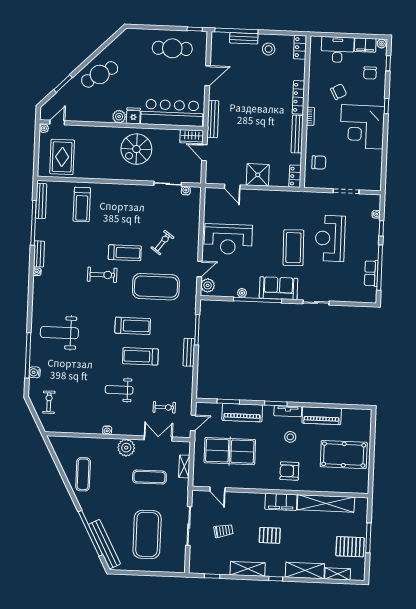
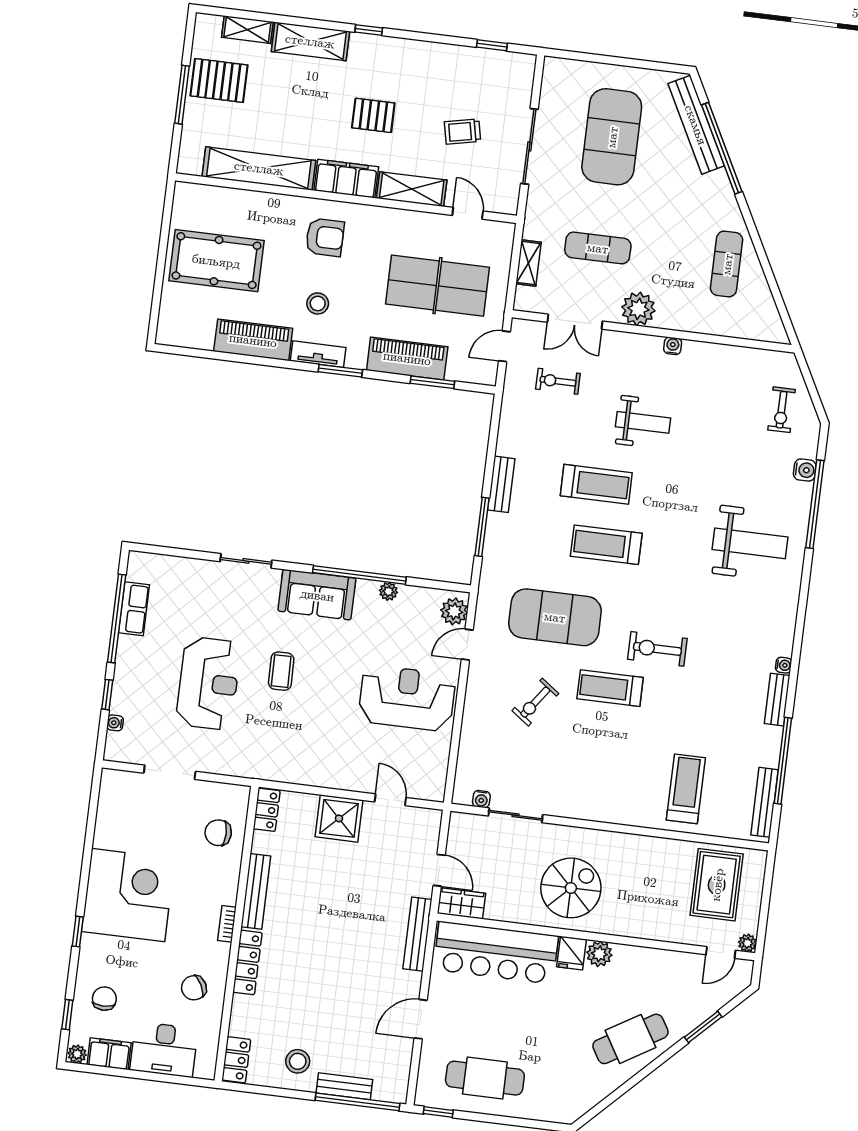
chair: (339, 92) -> (194, 988), moved
coffee table: (293, 248) -> (281, 671), width x0.54, depth x0.58
shelving: (248, 569) -> (412, 189), moved

